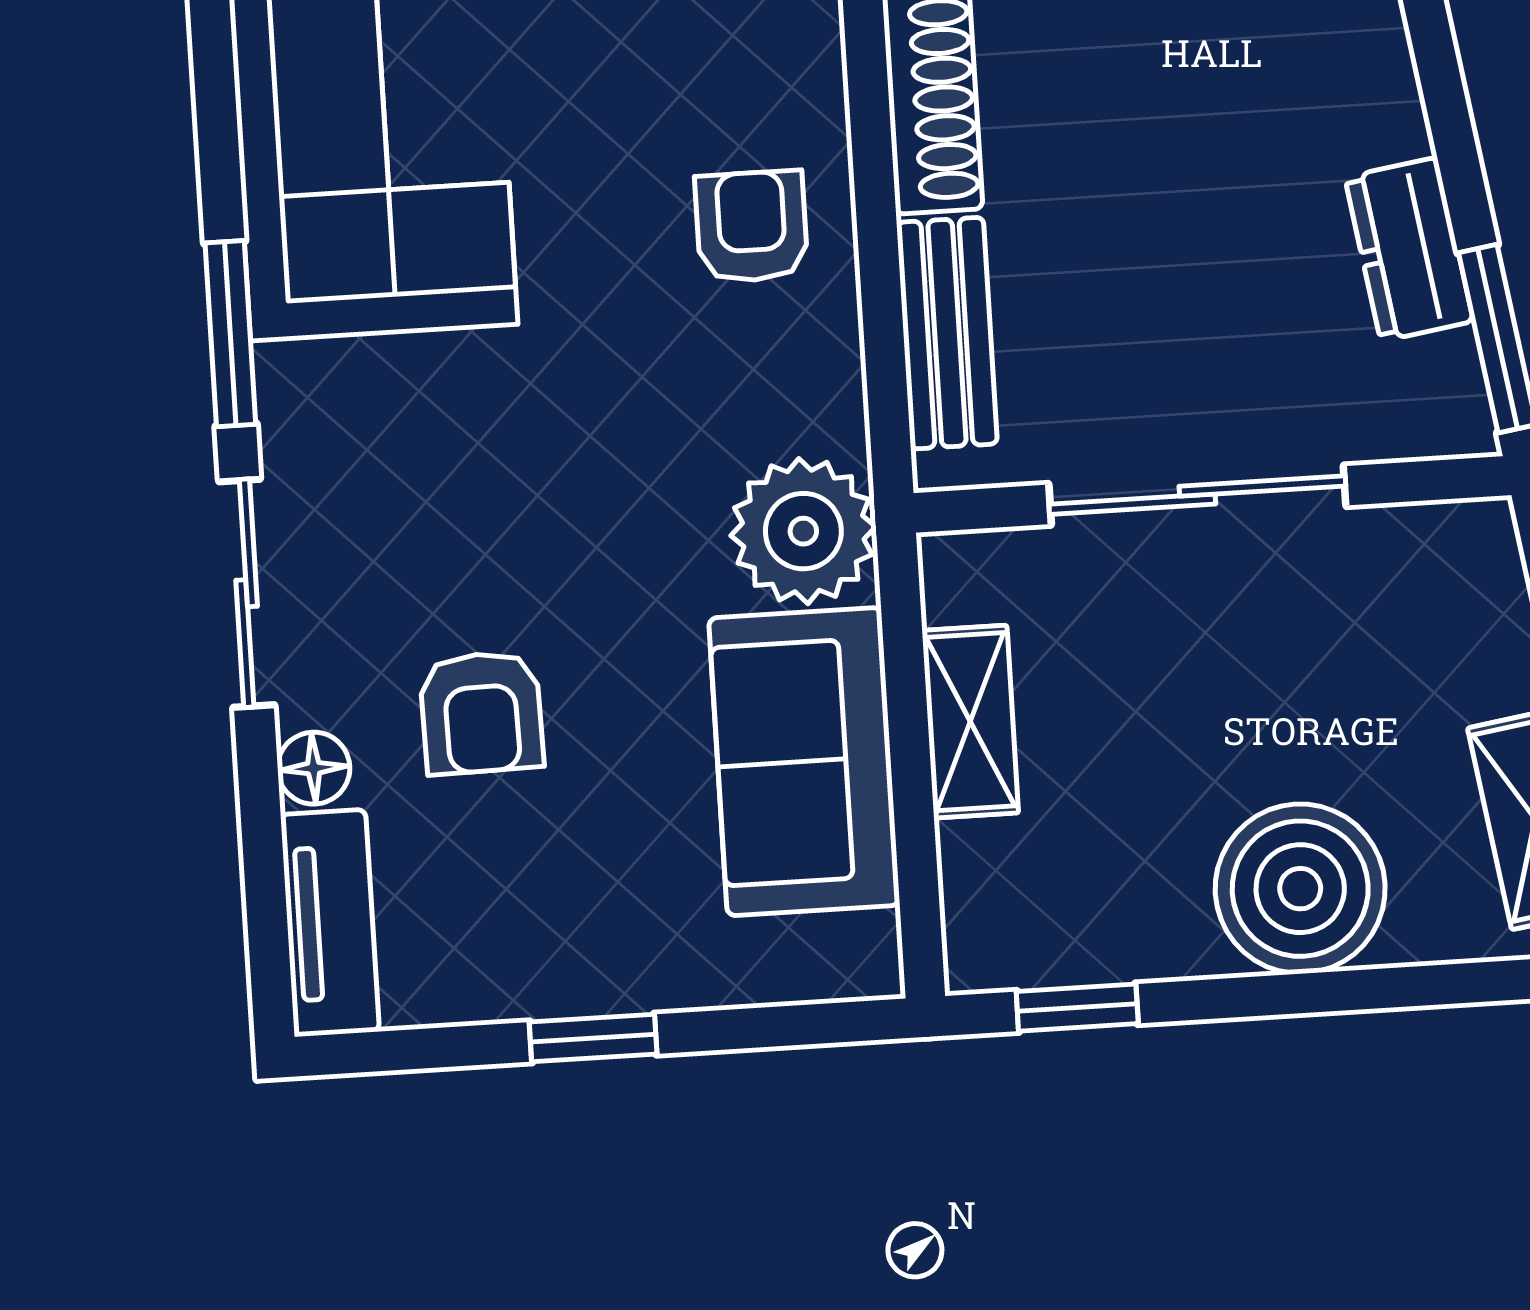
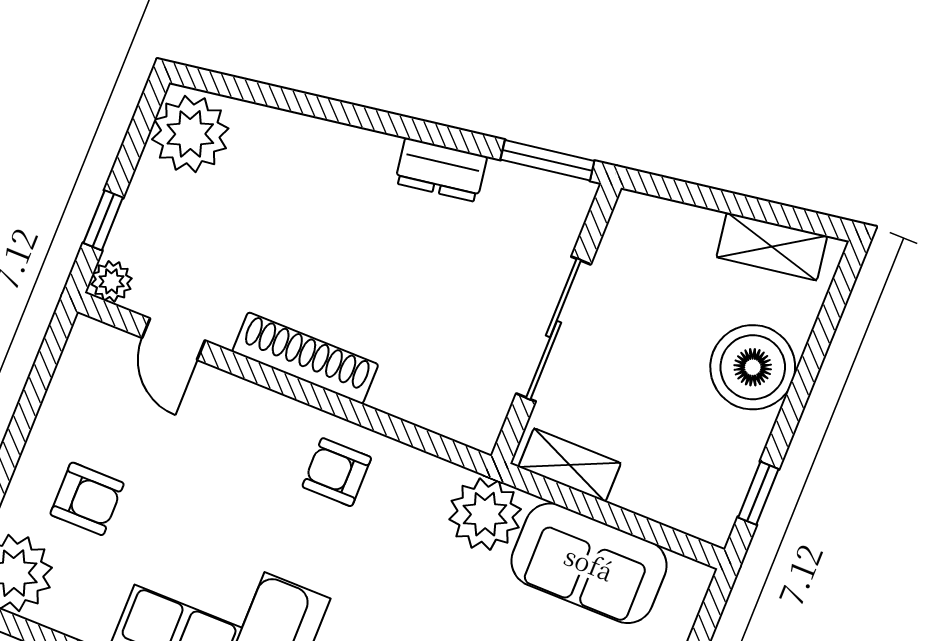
dresser: (1409, 249) -> (441, 170), moved
bench: (947, 333) -> (427, 407), removed
shelving: (970, 722) -> (570, 465), moved

